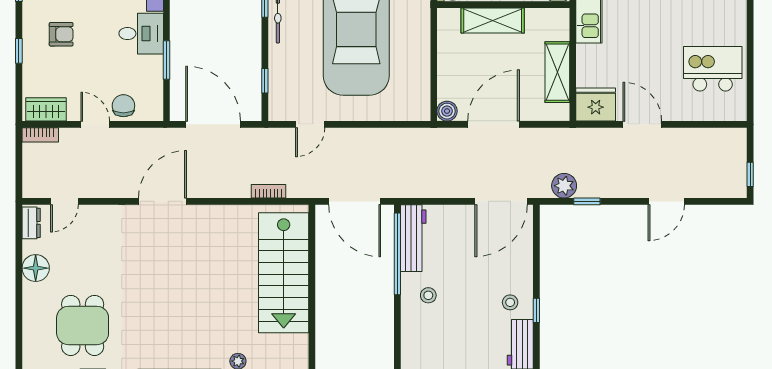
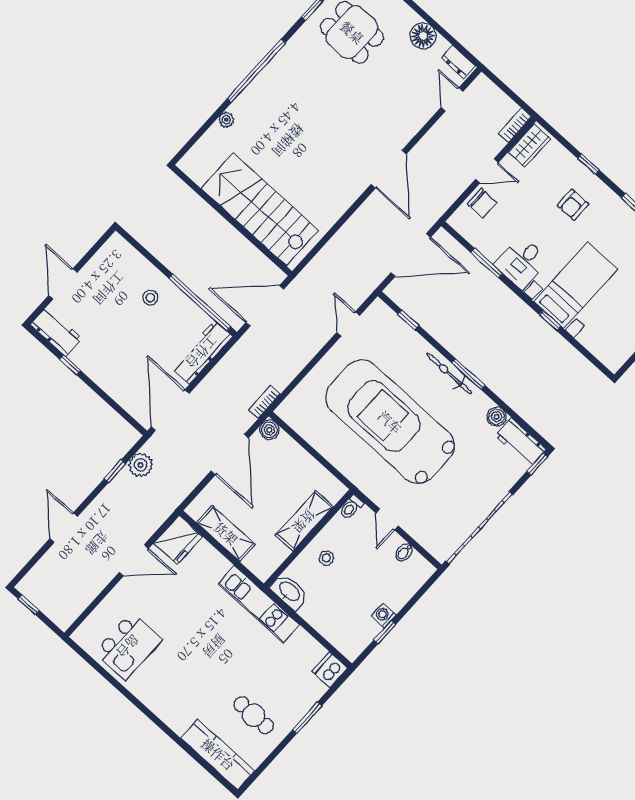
bookcase: (269, 191) -> (265, 402), moved, turned 180
workbench: (413, 238) -> (202, 352), moved, turned 90
stool: (510, 302) -> (93, 351), removed

